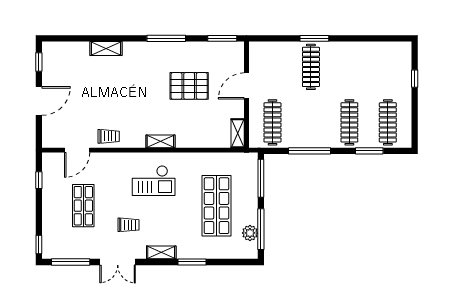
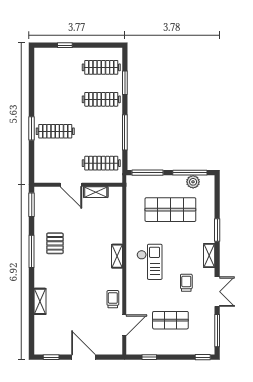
pallet: (189, 86) -> (55, 243), moved, width x0.67, depth x0.71
shelving: (238, 133) -> (96, 192), moved
door: (77, 150) -> (124, 325), hinge flipped

